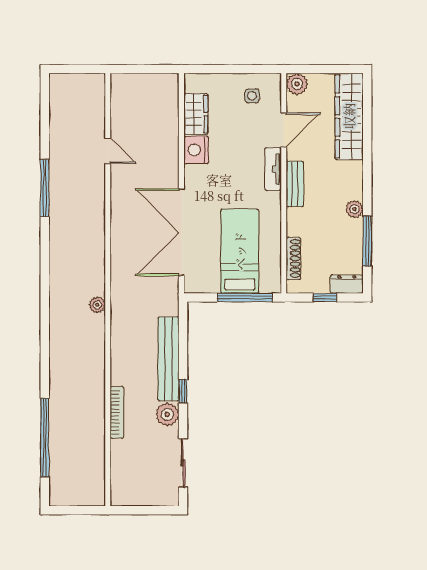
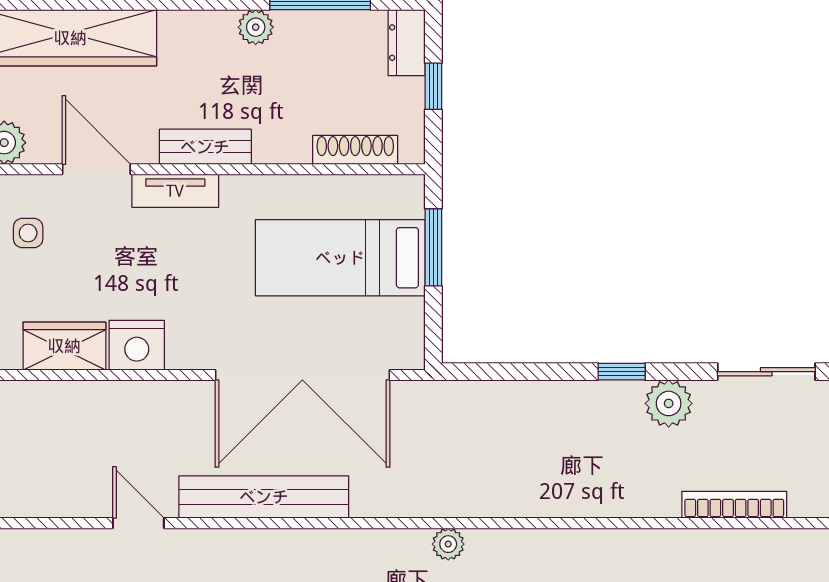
door: (108, 151) -> (138, 523), hinge flipped
window: (245, 297) -> (433, 247), width x0.69
bench: (168, 359) -> (264, 497), moved
bookcase: (117, 412) -> (734, 505), moved

